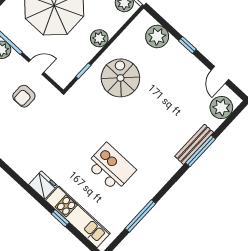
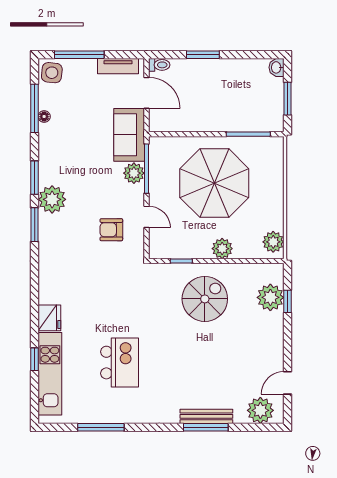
window: (187, 45) -> (287, 301), moved

